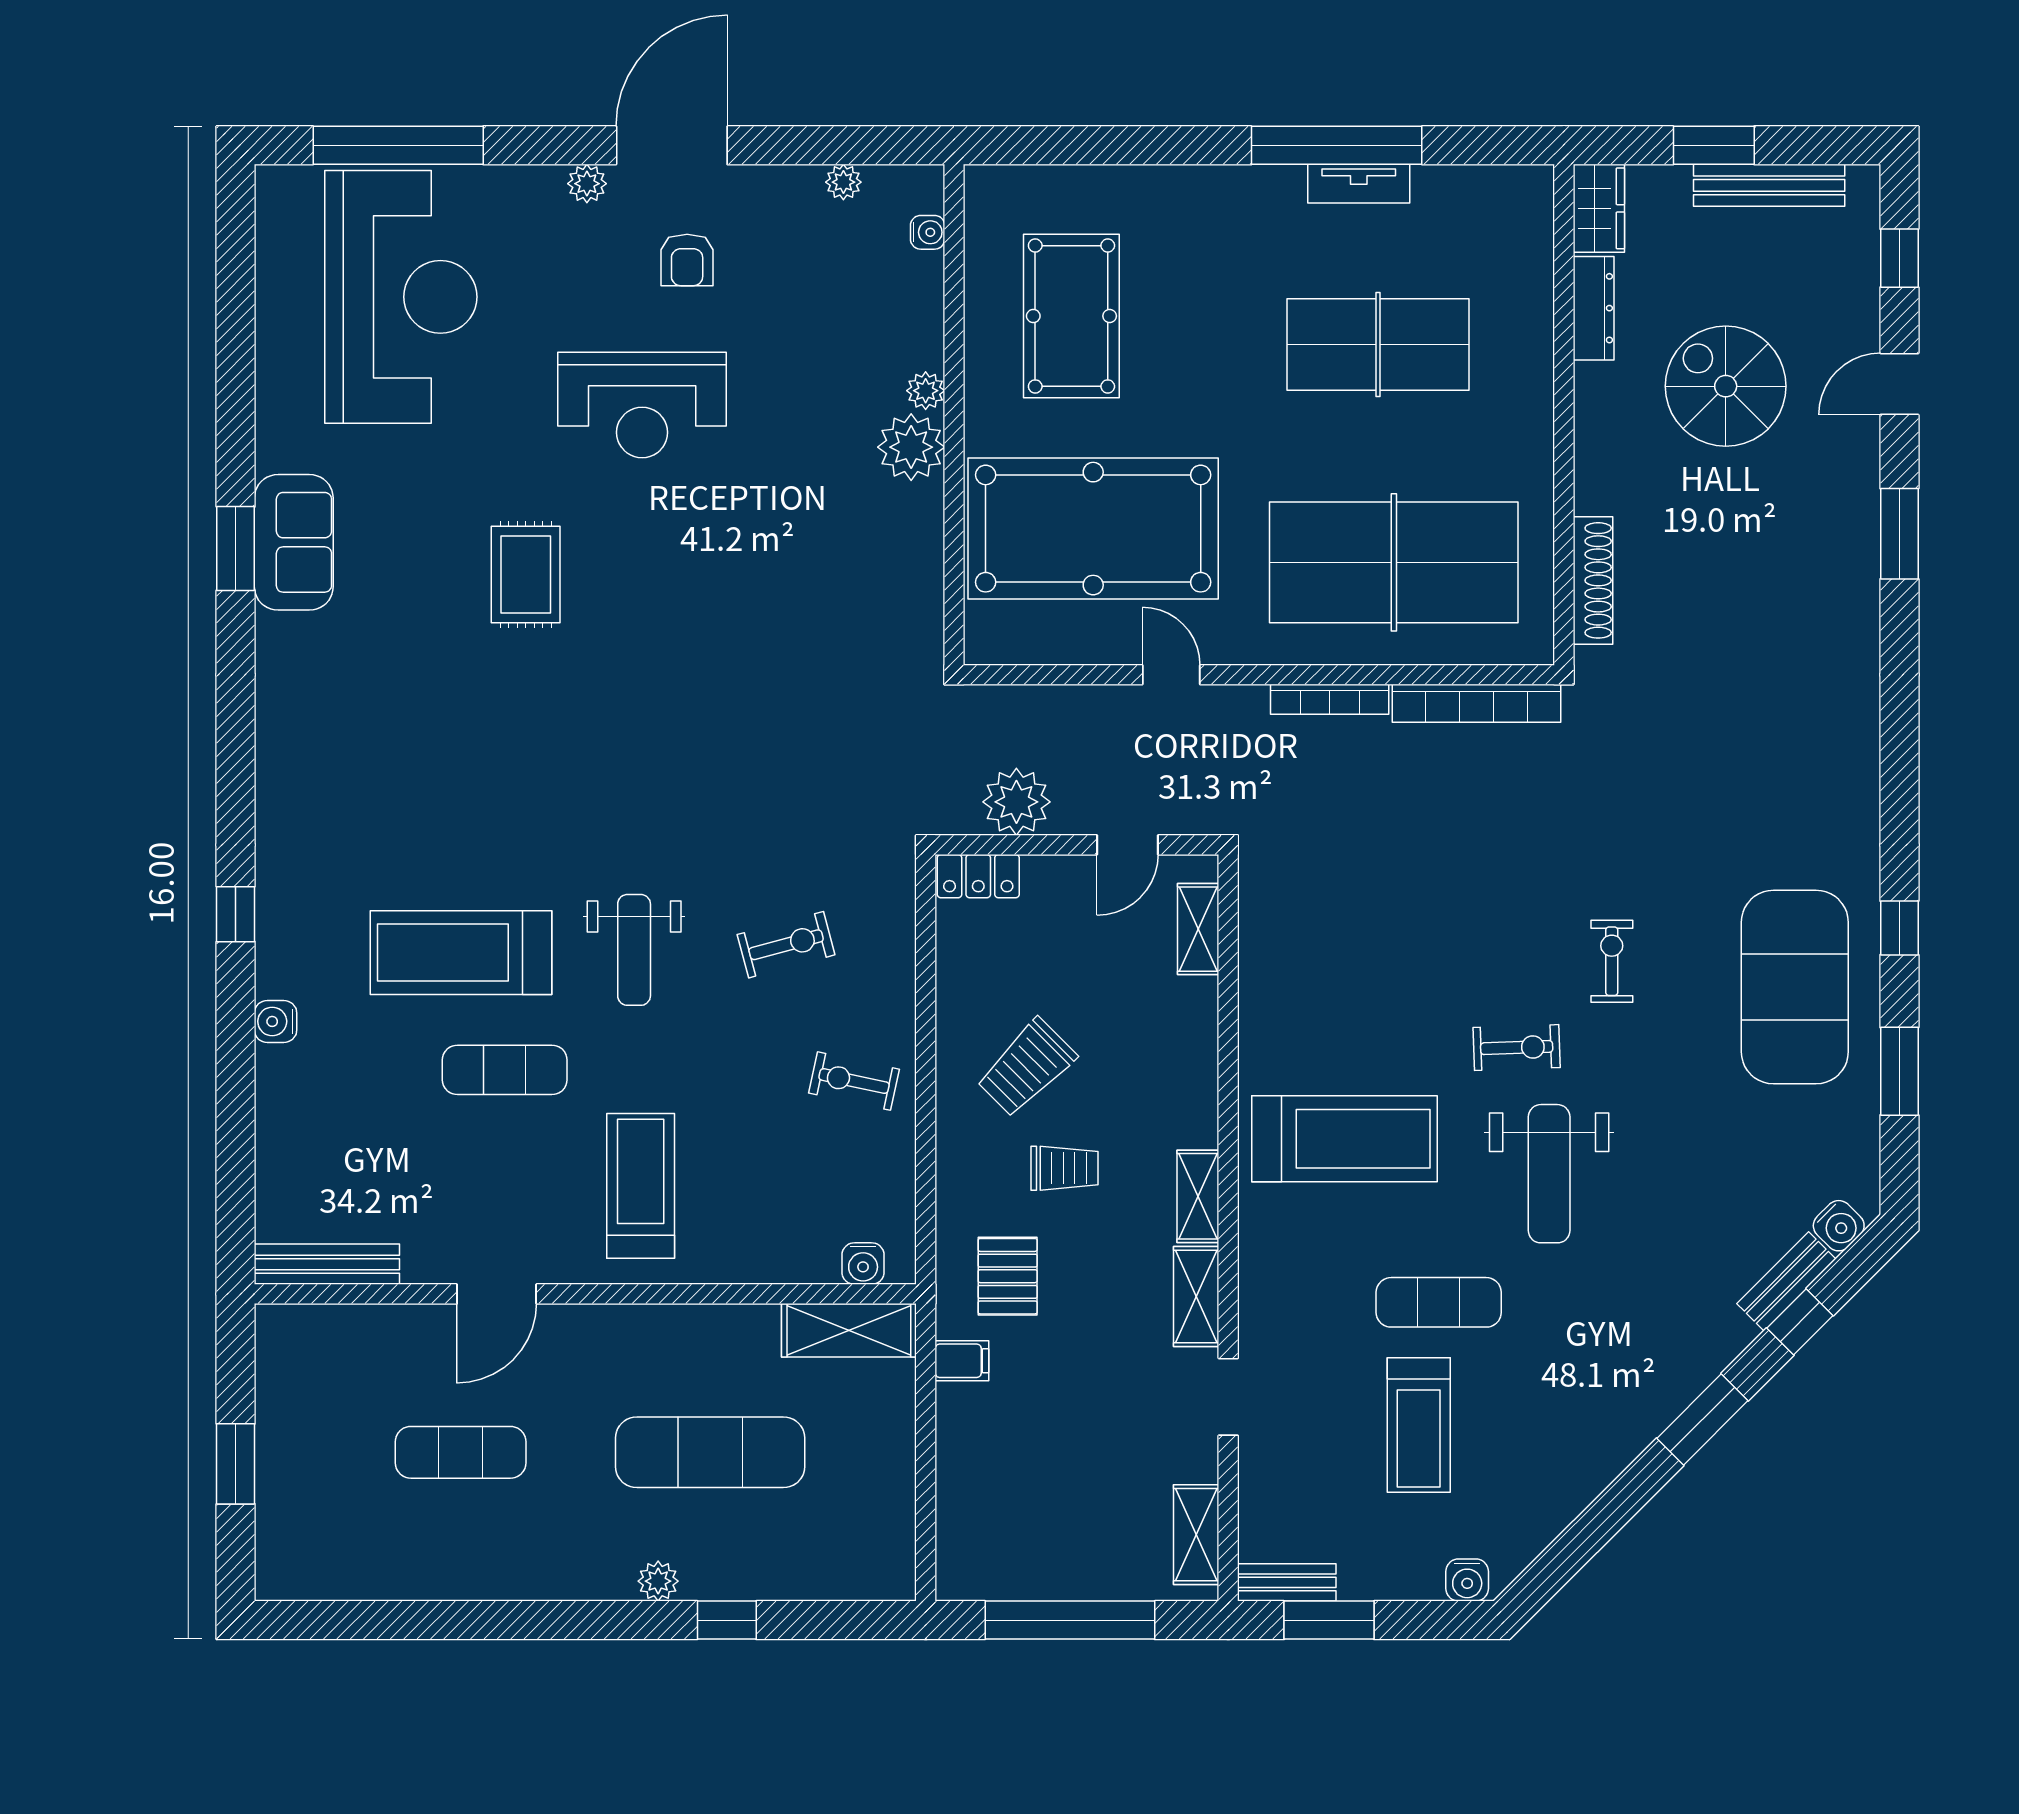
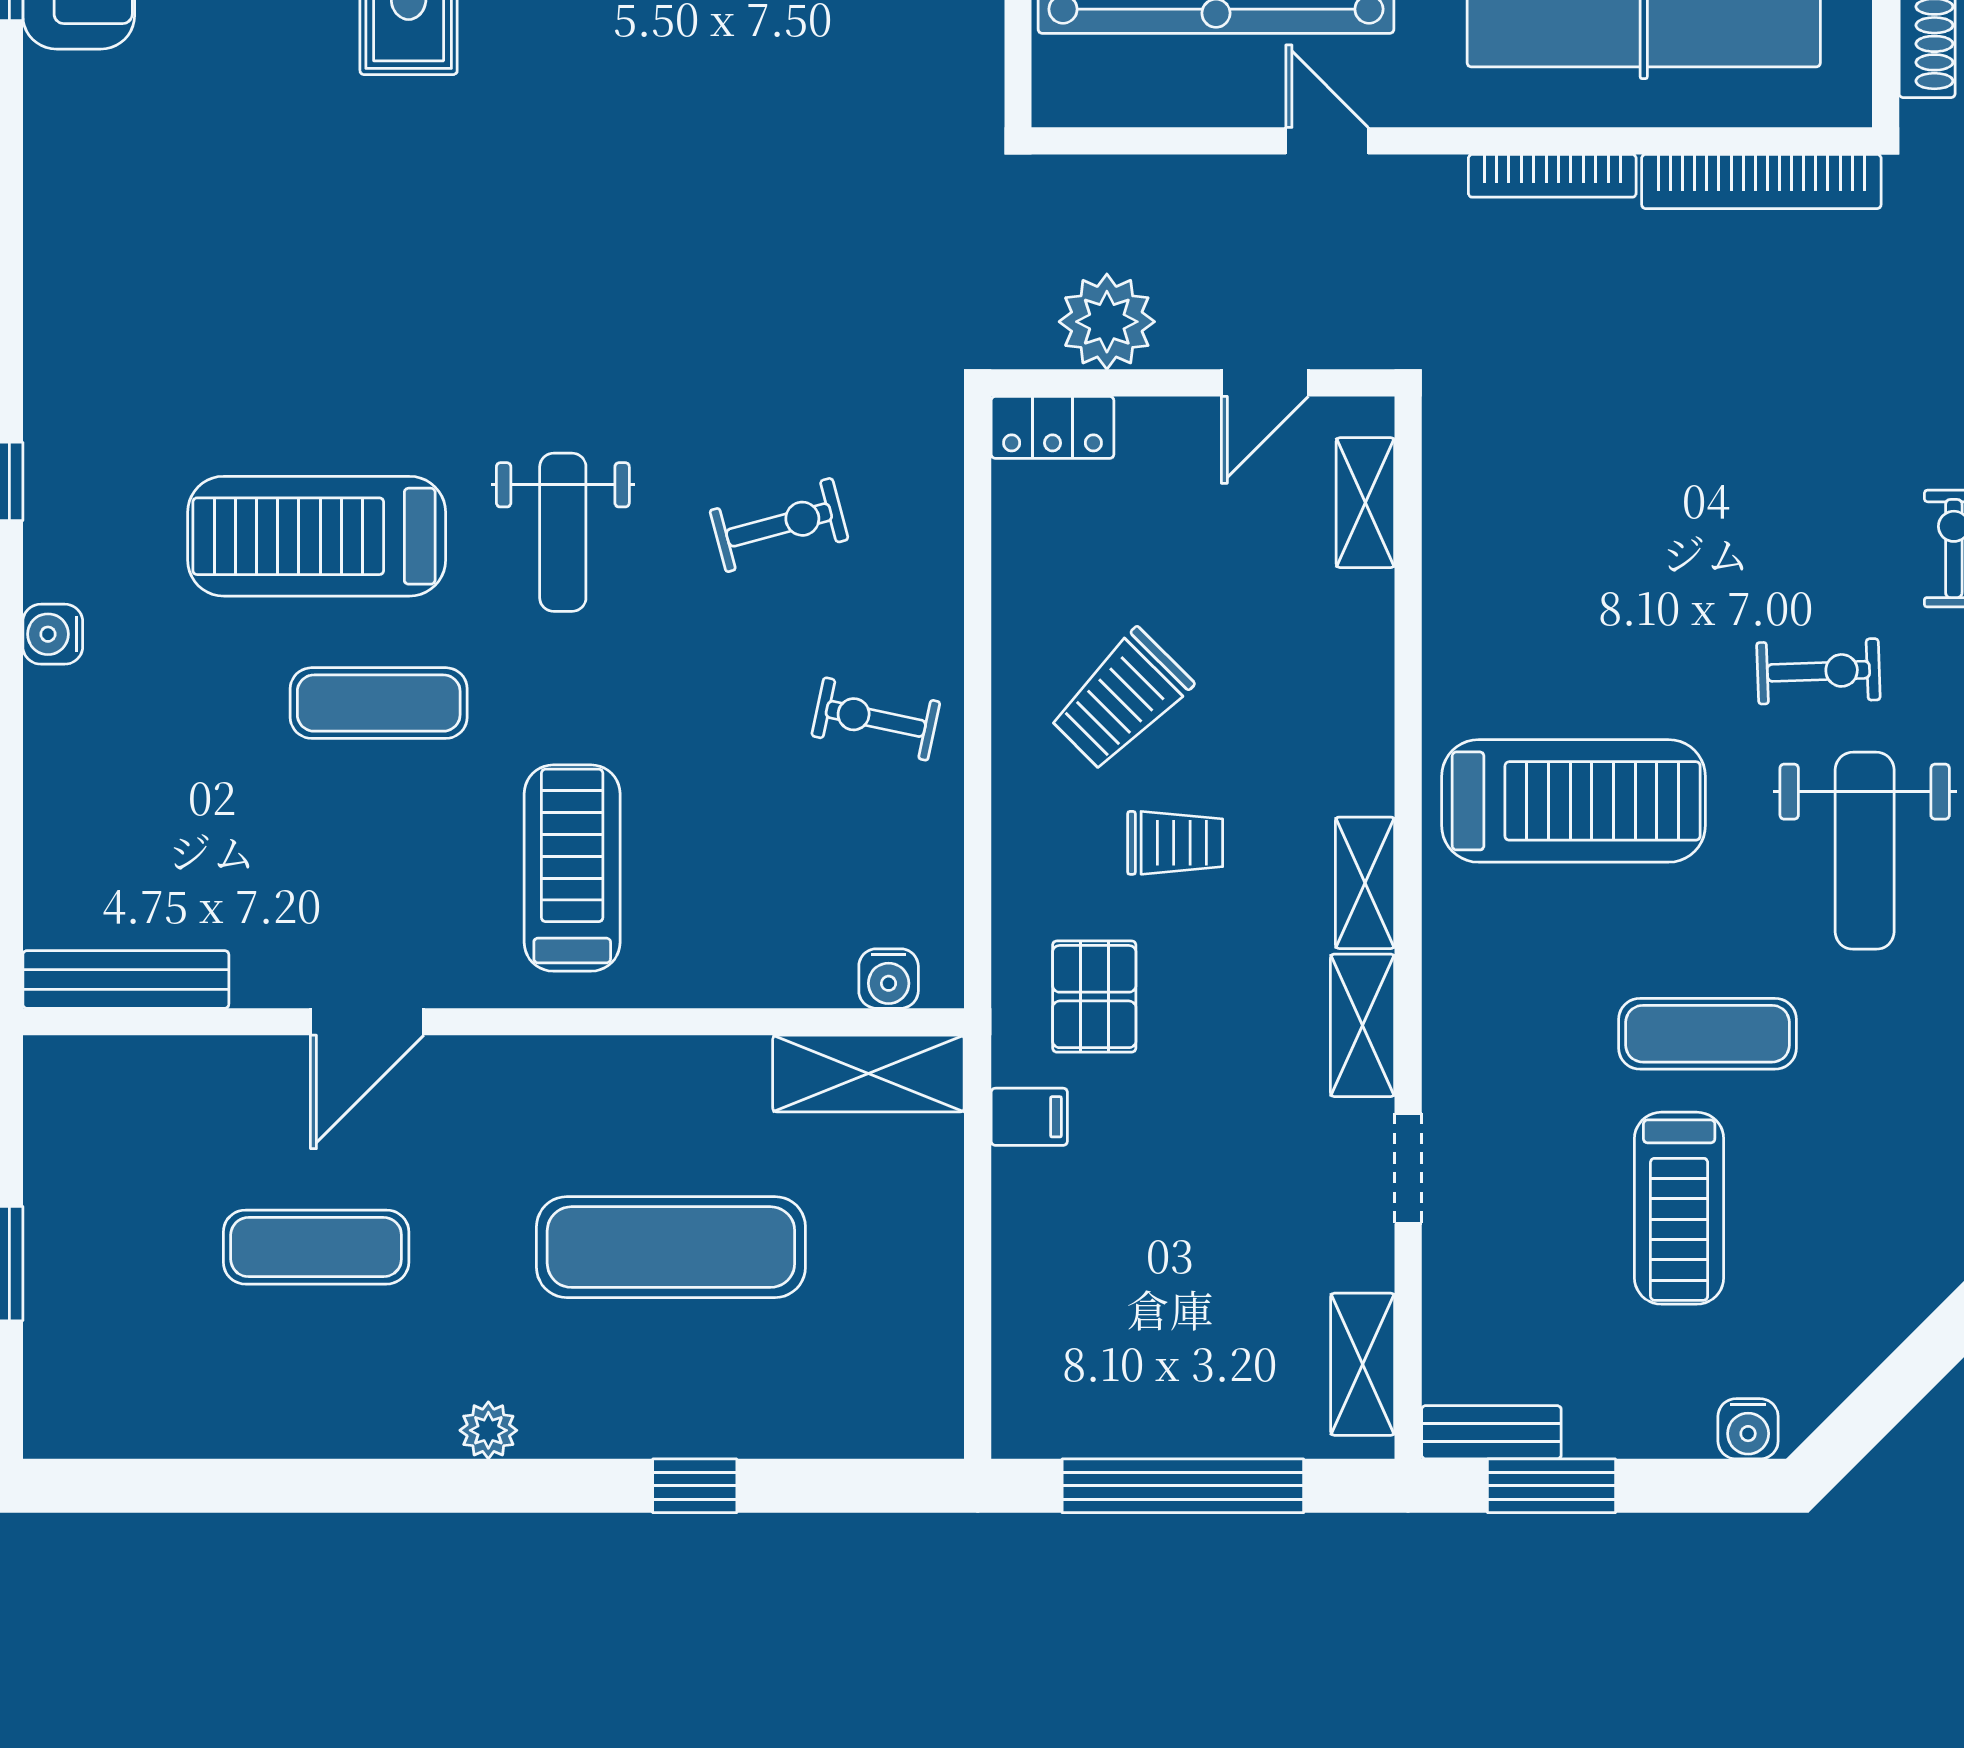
plant: (658, 1581) -> (488, 1430), moved

